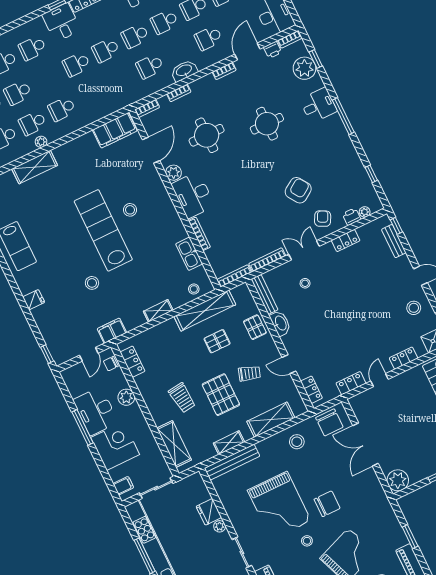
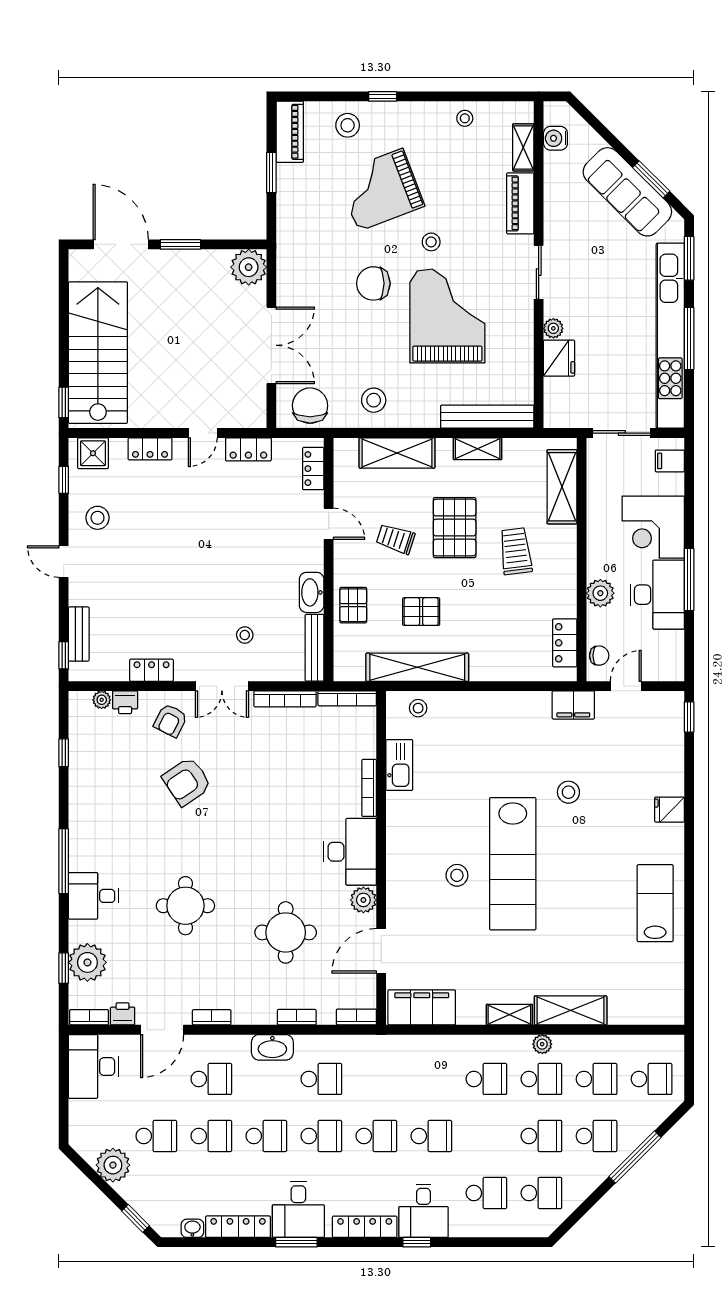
shelving: (158, 311) -> (509, 1015), moved

